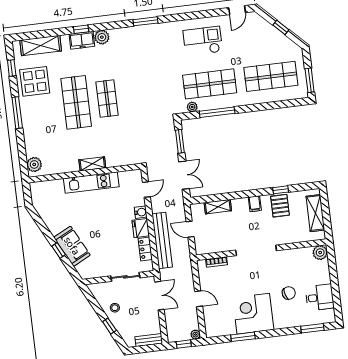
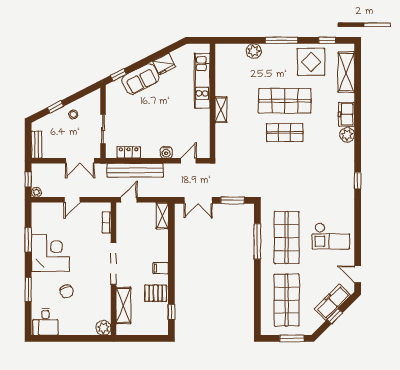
window: (145, 21) -> (358, 181), width x0.67
window: (81, 29) -> (358, 115), removed
freezer: (267, 31) -> (333, 302), added
checkout: (203, 41) -> (331, 236), turned 90
window: (310, 80) -> (292, 338), moved
plant: (192, 107) -> (266, 217), removed
plant: (34, 164) -> (254, 51), moved
kitchen unit: (91, 183) -> (202, 81), moved
door: (146, 190) -> (188, 161), swing flipped
window: (281, 190) -> (171, 312), moved
shelving: (218, 207) -> (162, 216), moved
shelving: (315, 213) -> (123, 305), moved, turned 90
fridge: (141, 228) -> (164, 64), moved, turned 153
door: (190, 229) -> (129, 200), moved
window: (59, 250) -> (118, 75), moved
desk: (320, 297) -> (45, 322), moved
window: (312, 328) -> (28, 289), moved

